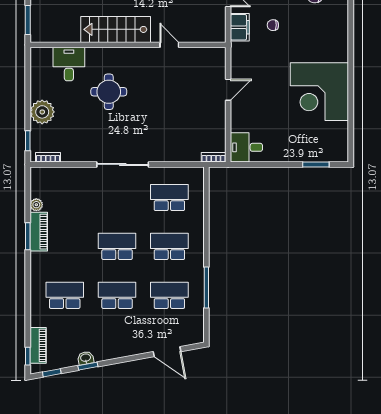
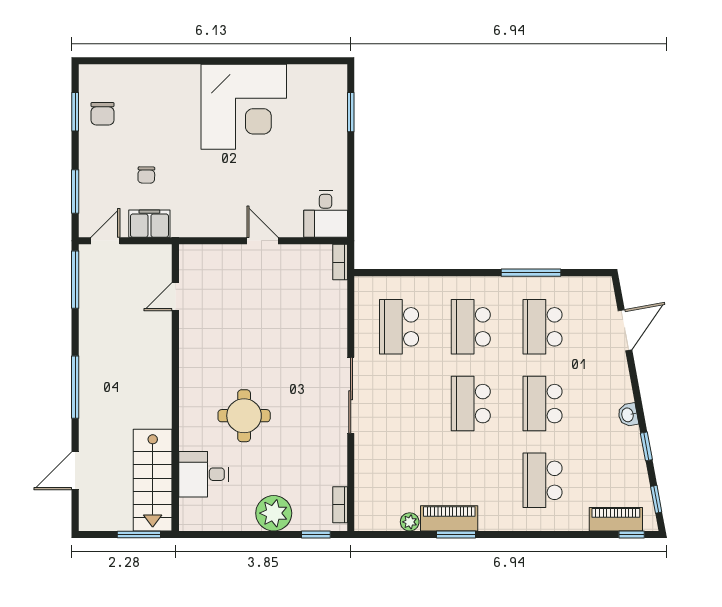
stairs: (116, 29) -> (153, 480), moved
door: (169, 45) -> (175, 297), moved
door: (228, 90) -> (263, 241), moved
washbasin: (86, 358) -> (628, 415), moved

